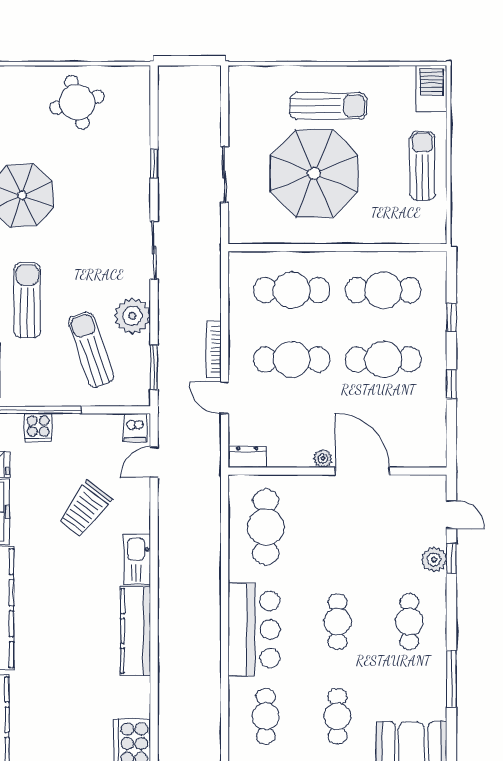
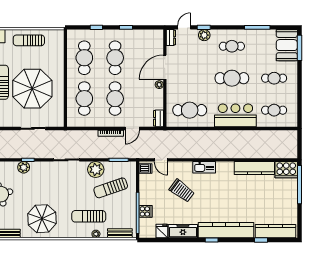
plant: (137, 154) -> (24, 167), added
dresser: (429, 485) -> (171, 38), added
cafe table: (337, 622) -> (232, 78), width x1.37, depth x1.35
kitchen counter: (136, 631) -> (254, 168), moved

